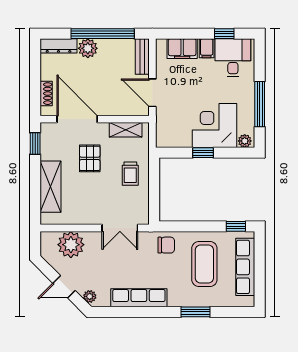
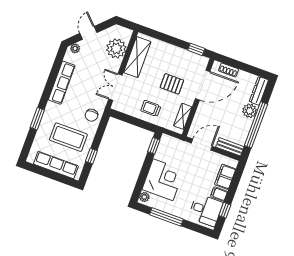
window: (203, 153) -> (154, 146), moved
shelving: (50, 187) -> (137, 57), moved, turned 90
window: (236, 226) -> (91, 156), moved

